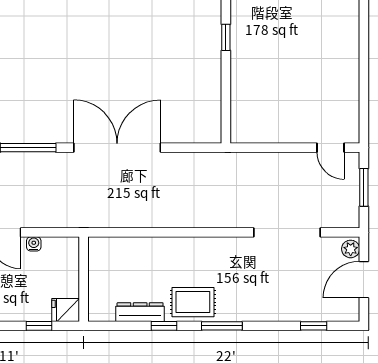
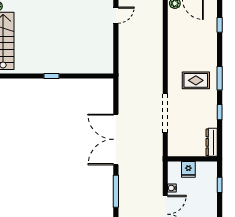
doorway: (287, 232) -> (165, 113), moved
rug: (193, 302) -> (196, 80), moved, turned 90
fridge: (66, 310) -> (188, 169), moved
dresser: (140, 312) -> (212, 142), moved

